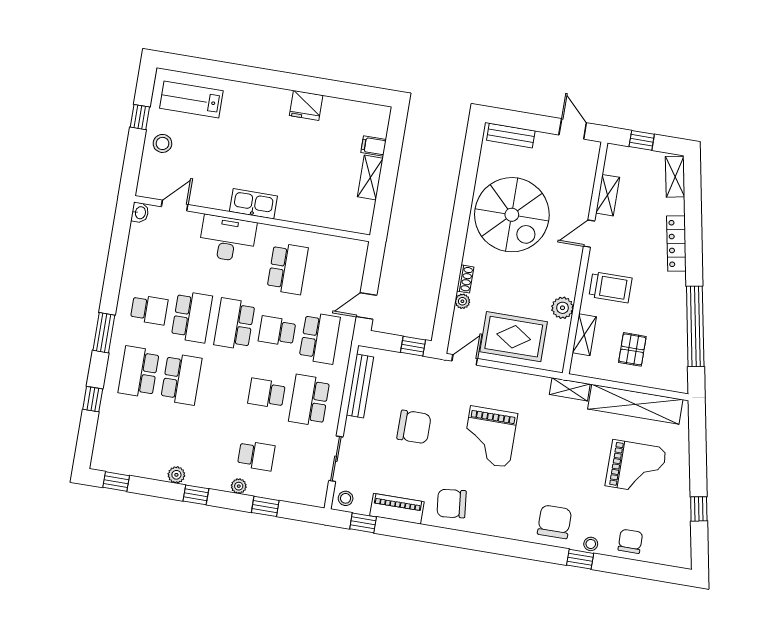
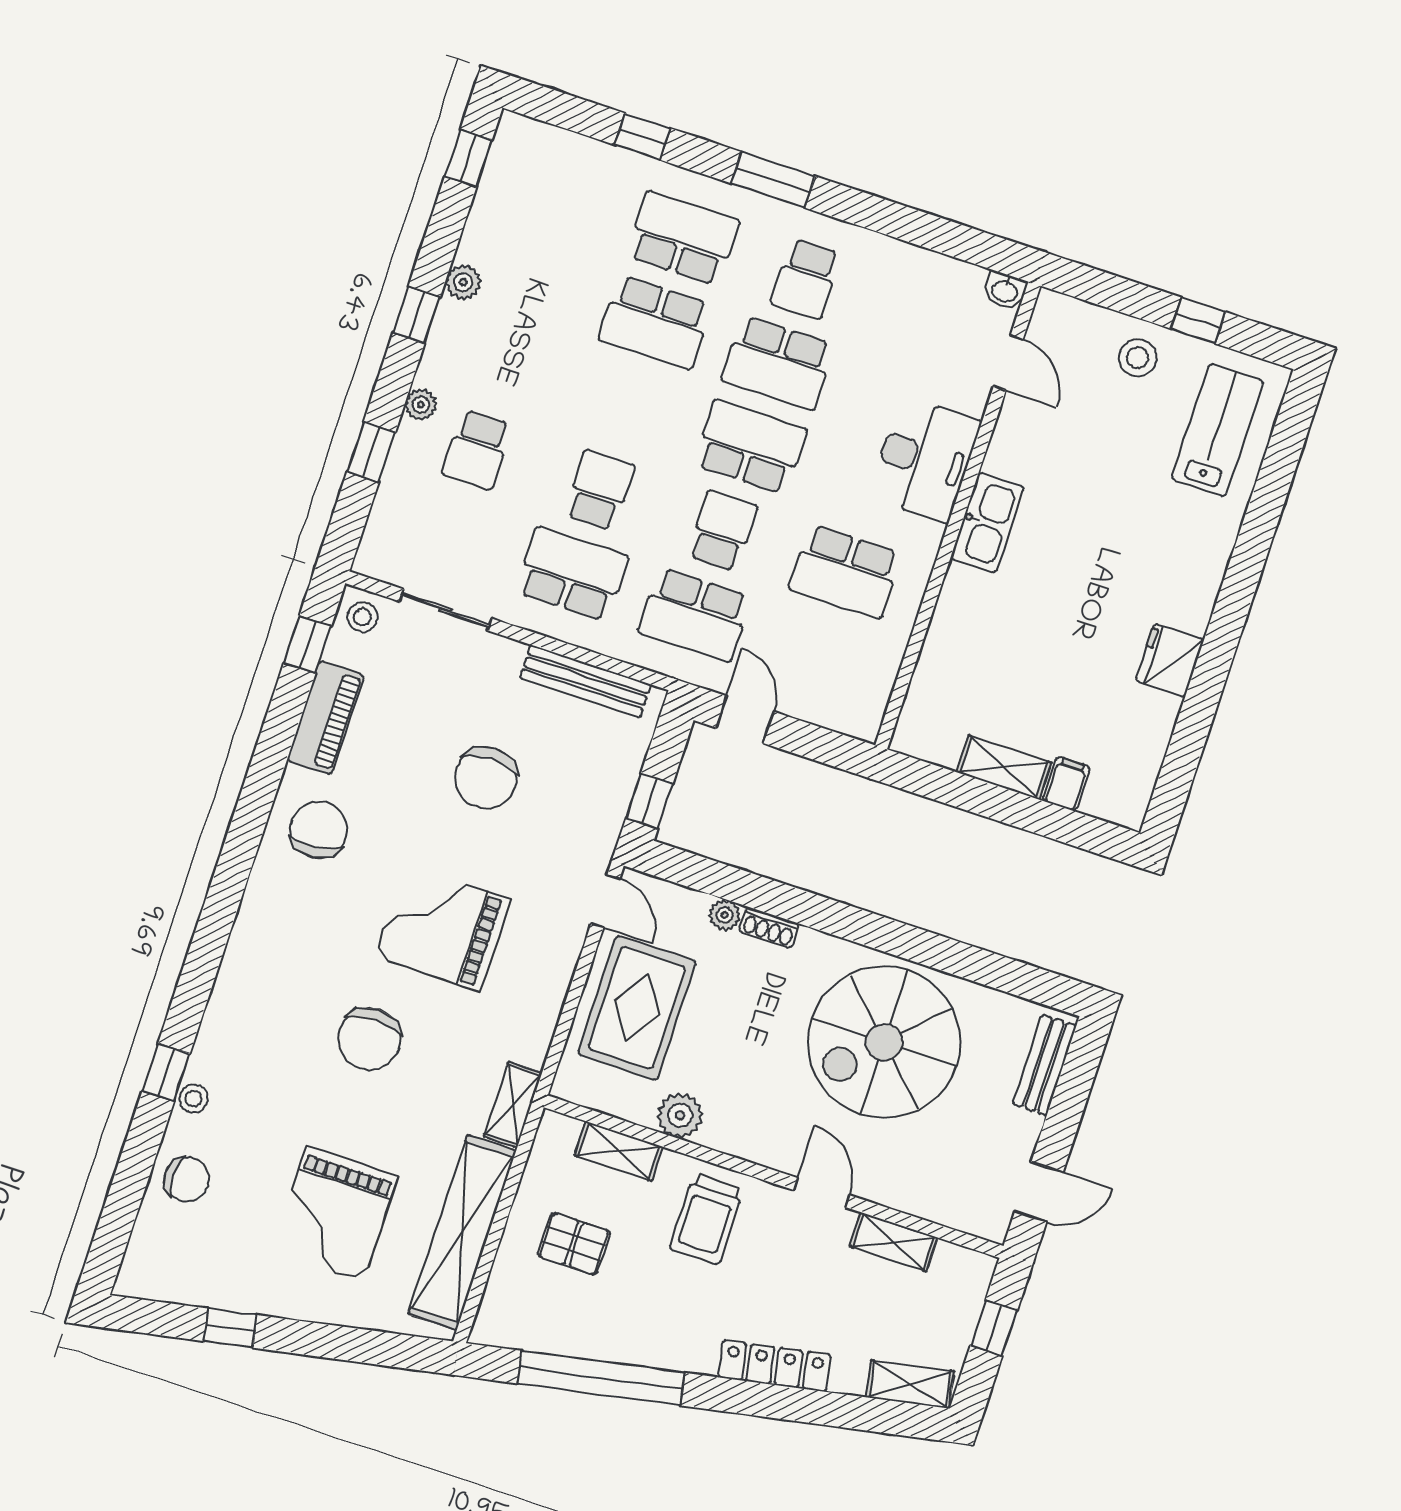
chair: (554, 522) -> (369, 1039), moved, turned 90

